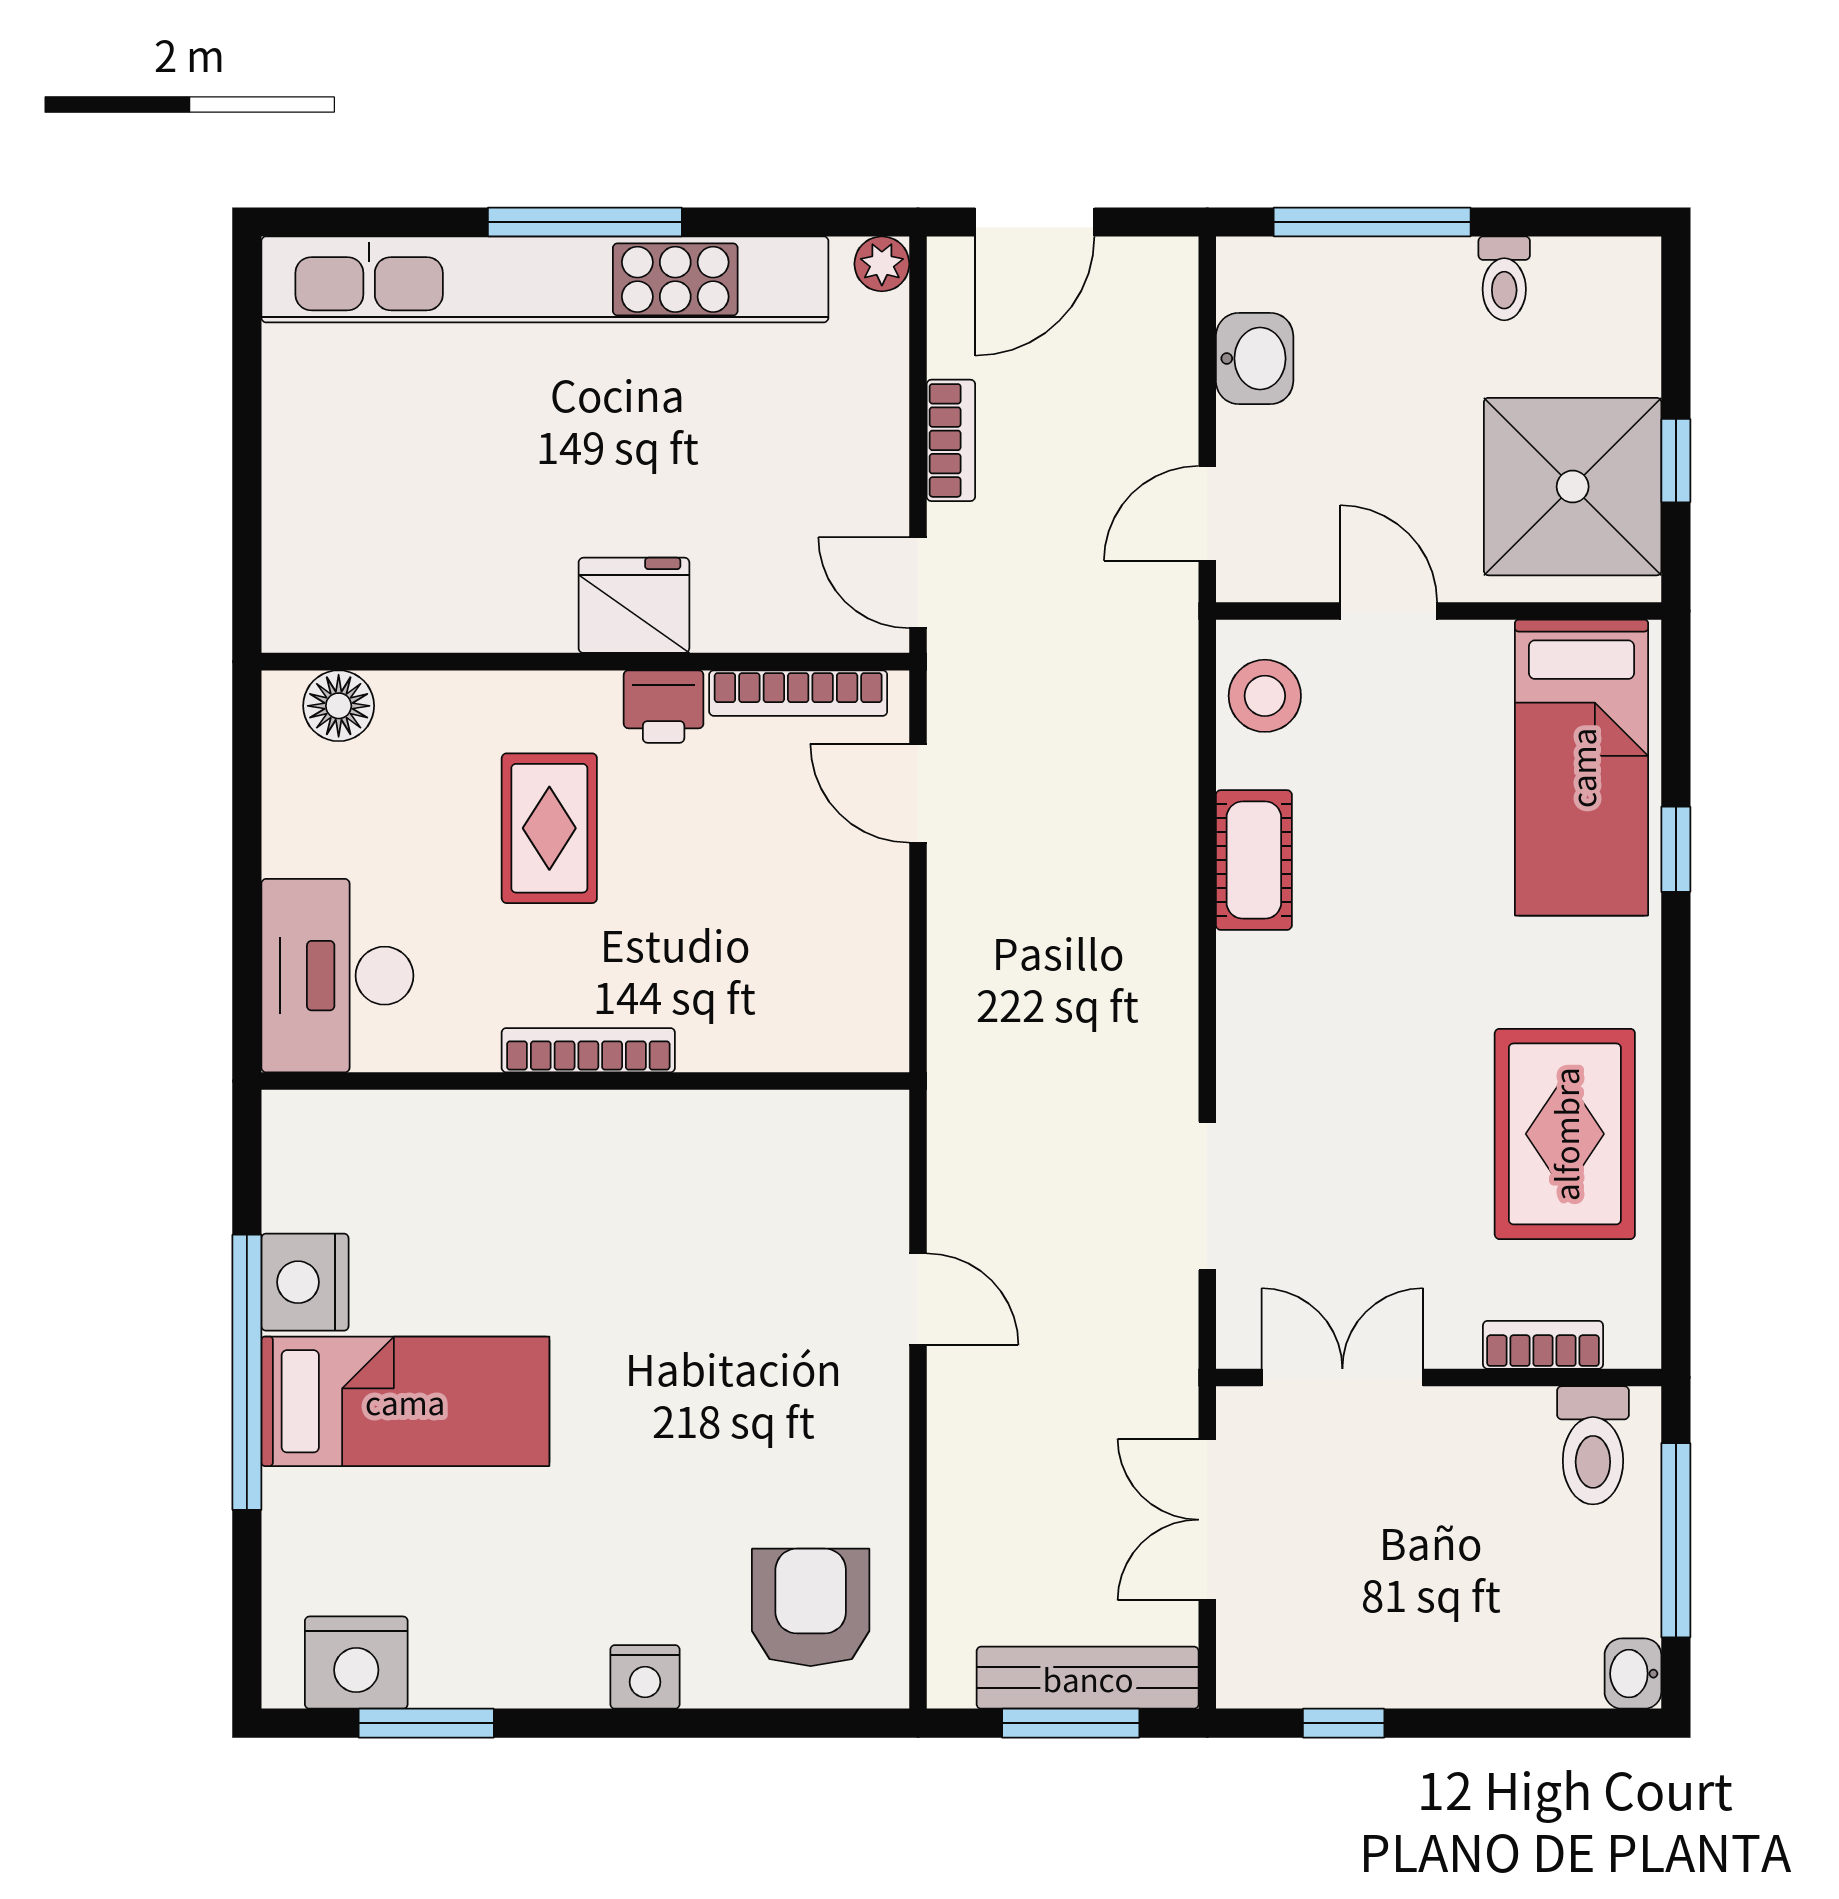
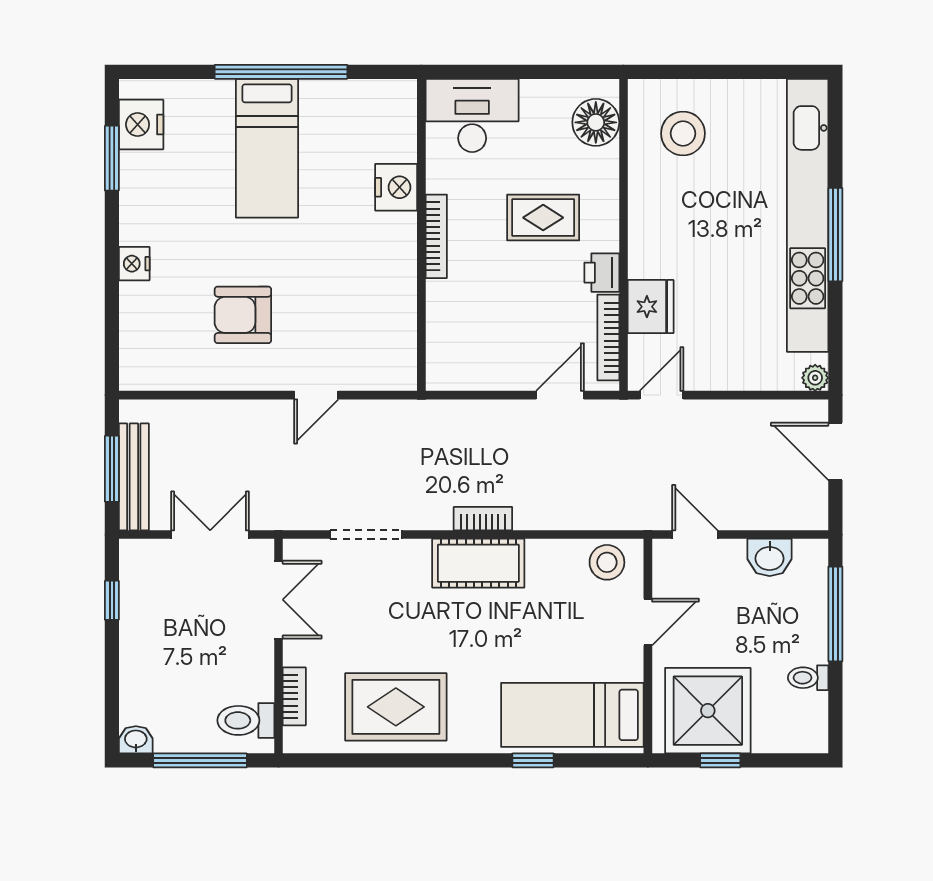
bookcase: (951, 440) -> (483, 519), moved, turned 180
stool: (375, 538) -> (683, 133), added
fridge: (634, 605) -> (651, 307), moved
floor lamp: (339, 706) -> (596, 122), width x1.38, depth x1.38
cot: (1254, 860) -> (478, 563), moved, width x1.37, depth x1.34
nightstand: (305, 1282) -> (396, 187), moved, turned 90
armchair: (811, 1607) -> (243, 315), moved, turned 180

